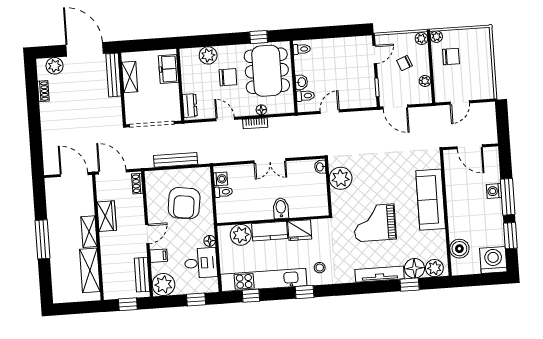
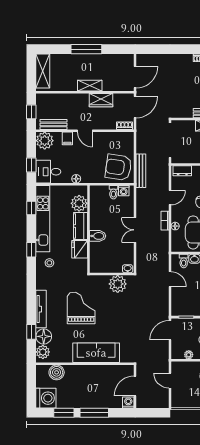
bench: (176, 160) -> (141, 171), moved
washing machine: (494, 191) -> (128, 402), moved
armchair: (184, 203) -> (118, 167), moved
desk: (201, 263) -> (48, 172), moved, turned 90
shelving: (90, 270) -> (43, 71), moved, turned 90

